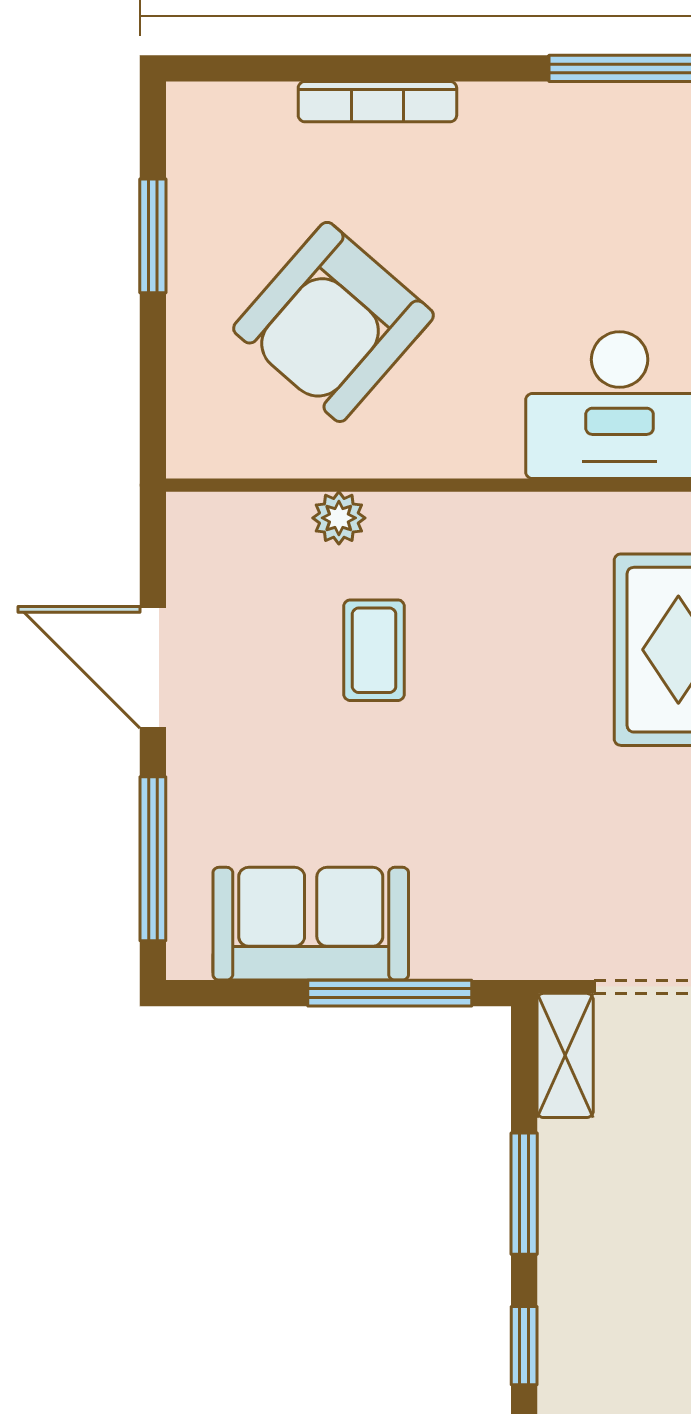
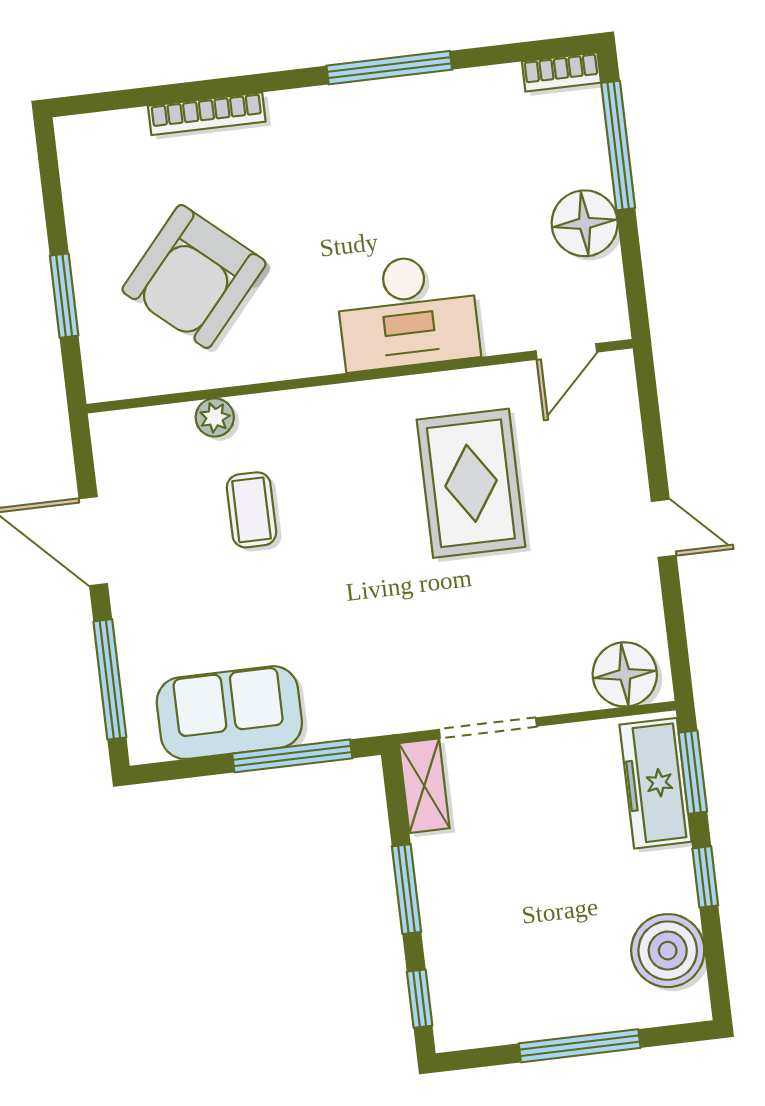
window: (153, 236) -> (64, 296), moved

